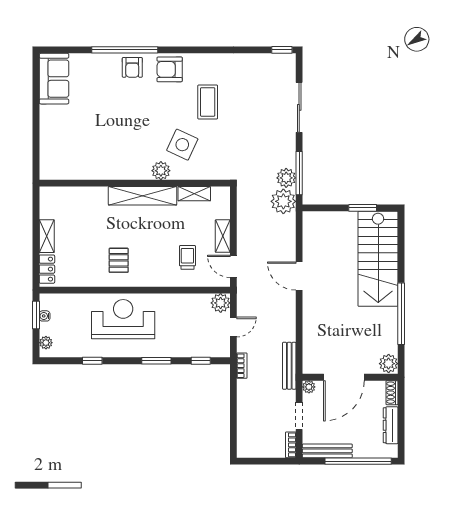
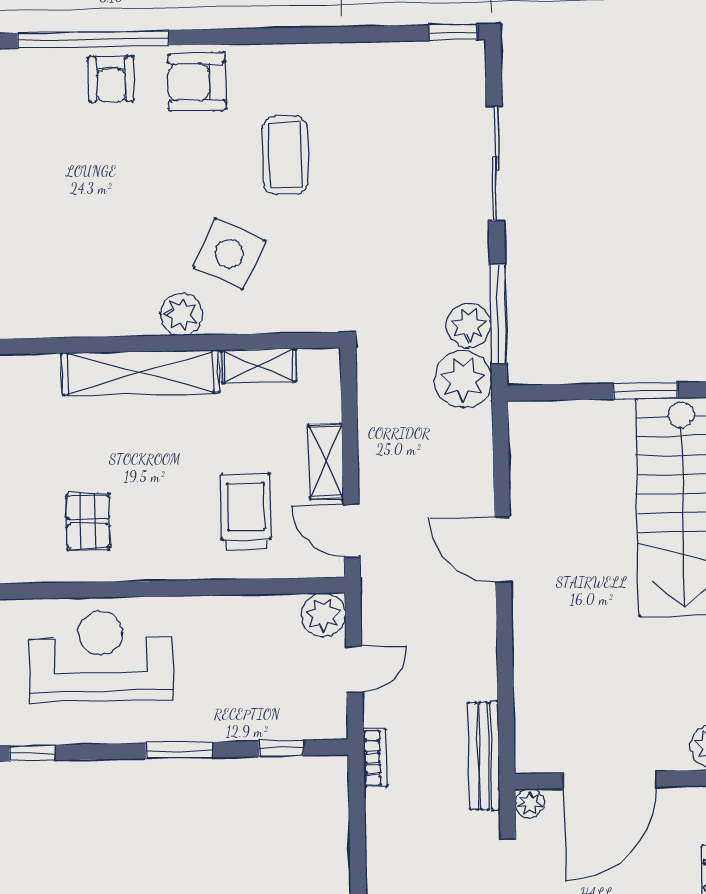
trolley: (187, 257) -> (246, 512), width x1.36, depth x1.39

